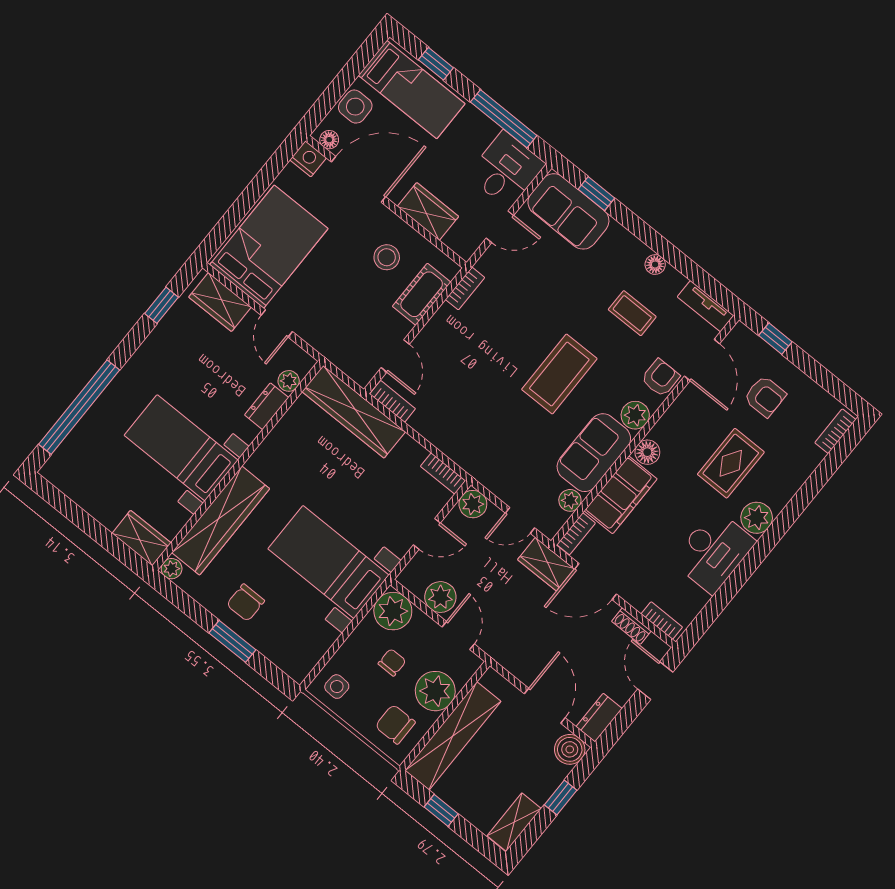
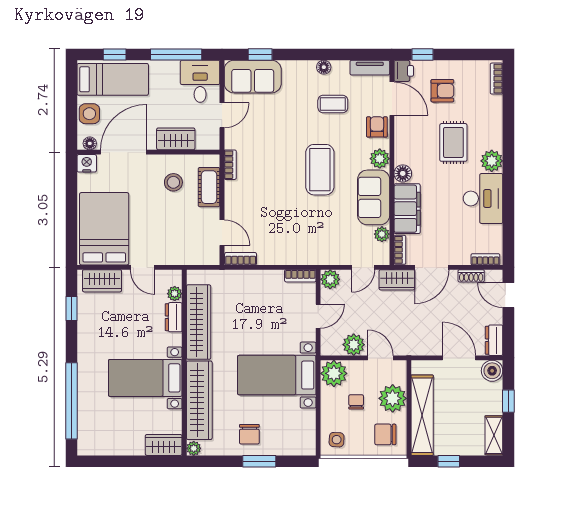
printer: (740, 340) -> (404, 71), added
wardrobe: (354, 412) -> (199, 322), moved, turned -90

